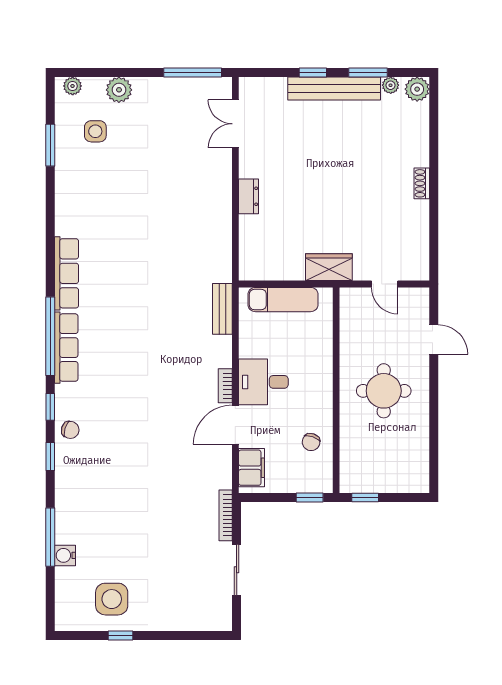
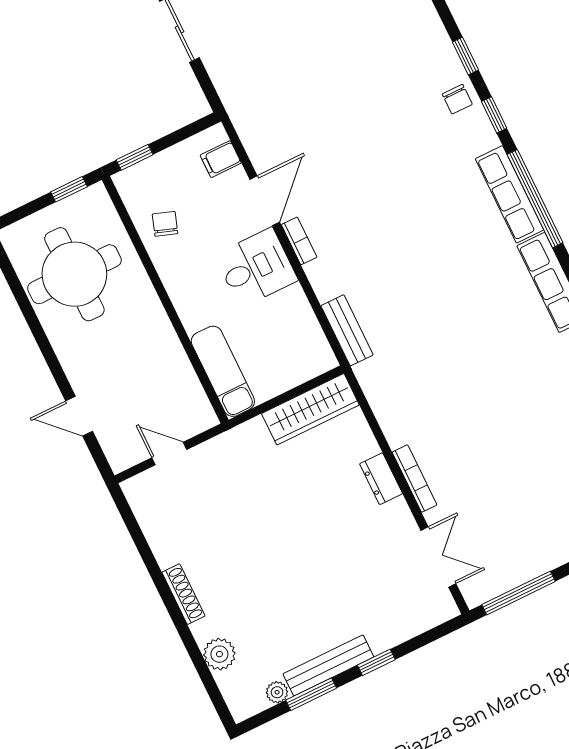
bench: (334, 88) -> (328, 665), width x0.73, depth x0.82
plant: (417, 89) -> (219, 654), moved
shoe rack: (422, 183) -> (183, 594), width x1.43
wardrobe: (329, 267) -> (310, 409), moved, width x1.50
exam couch: (283, 300) -> (223, 371), moved, turned 90
round table: (384, 391) -> (74, 274), moved, width x1.36, depth x1.36
chair: (70, 430) -> (457, 99), turned -107
filing cabinet: (252, 468) -> (221, 159), width x0.50
bookcase: (226, 515) -> (415, 478), moved

